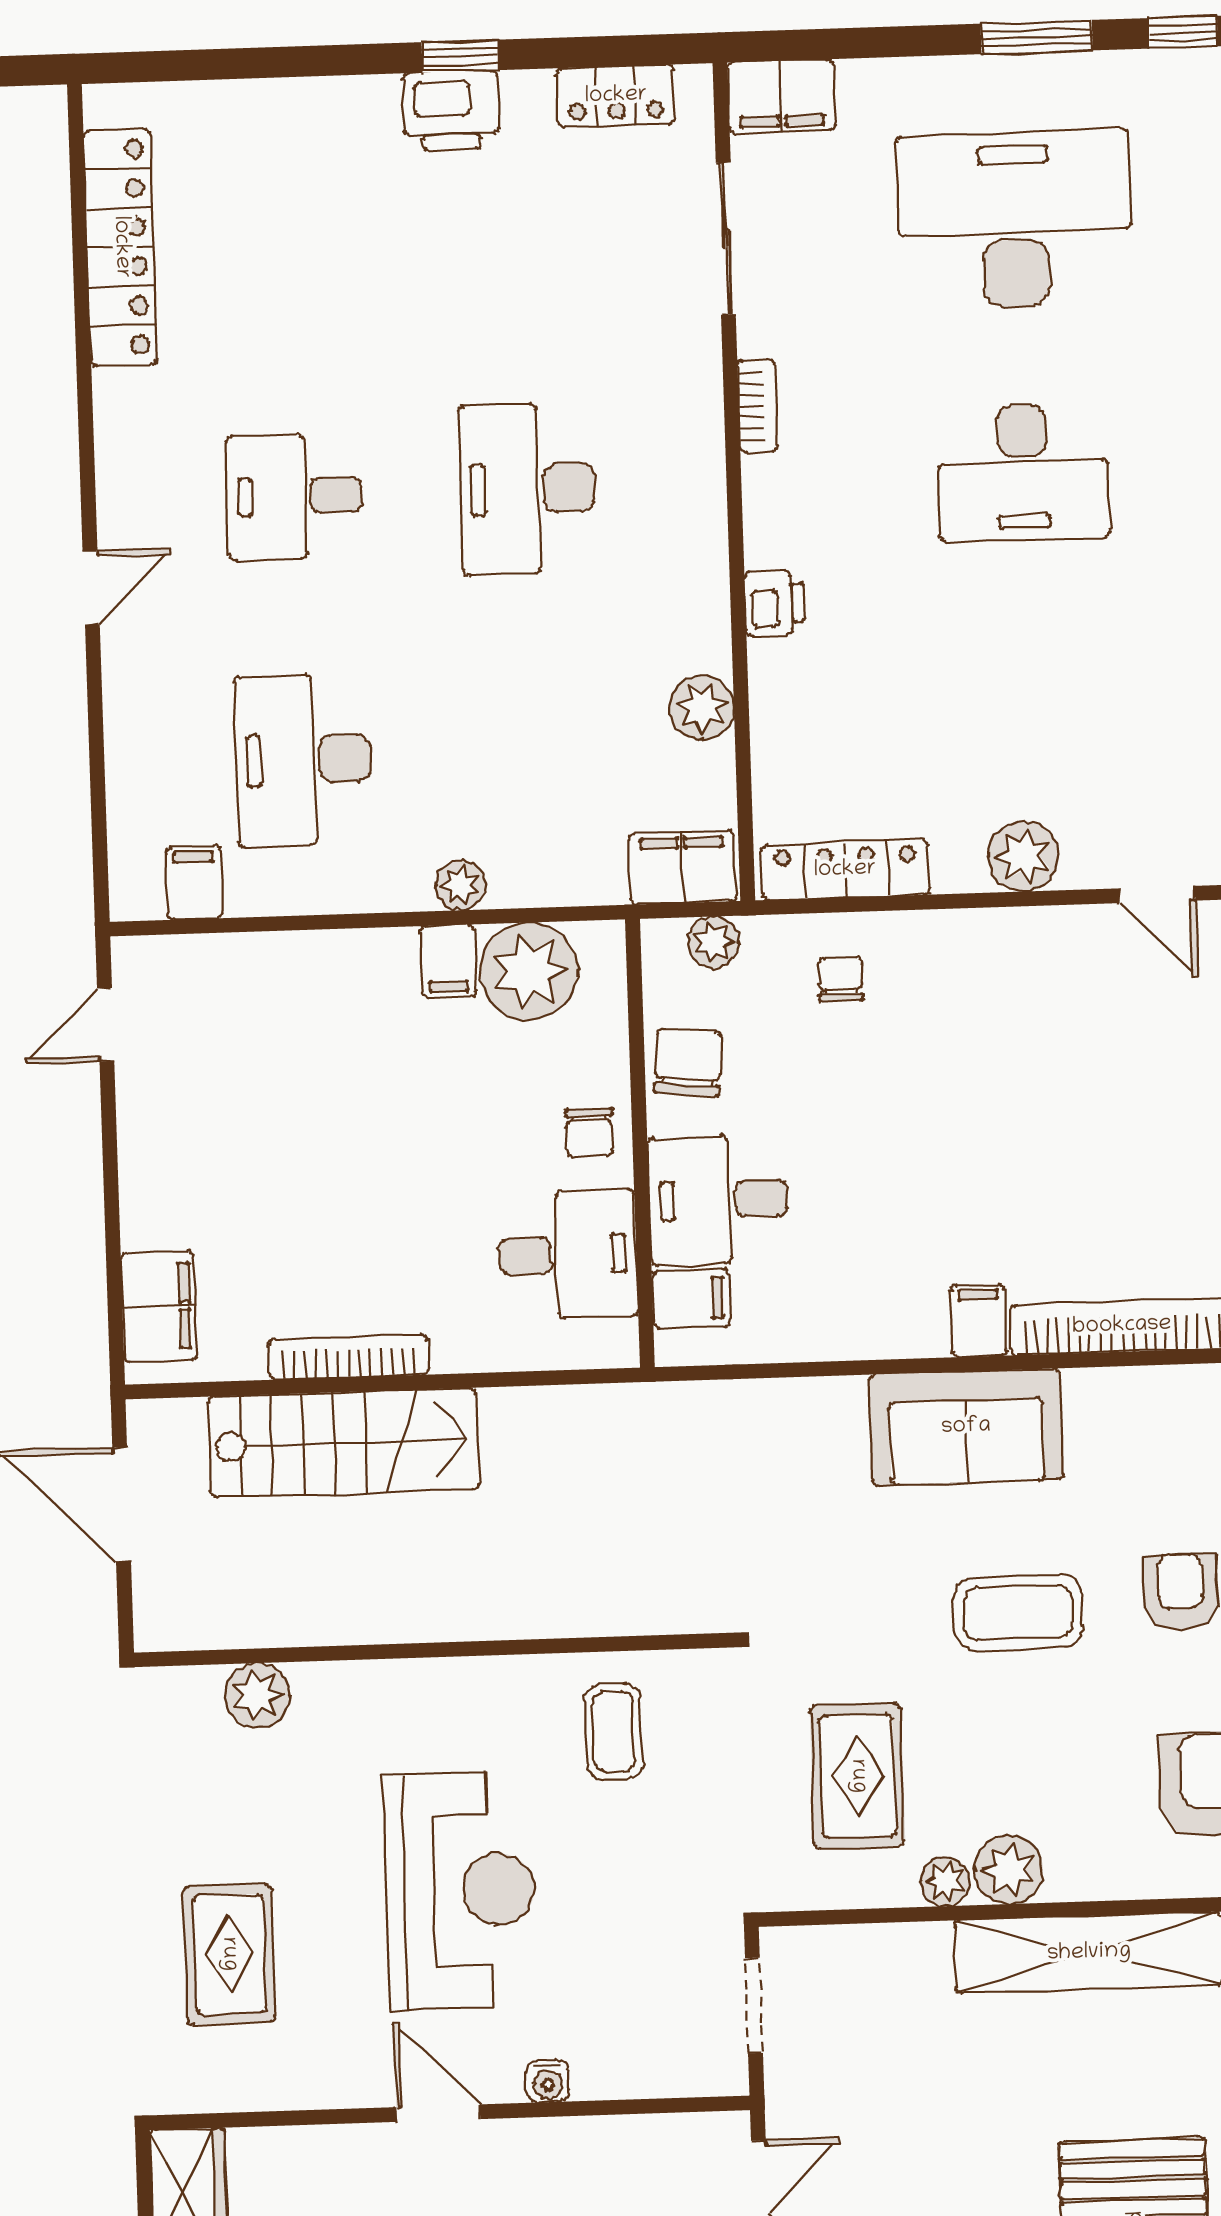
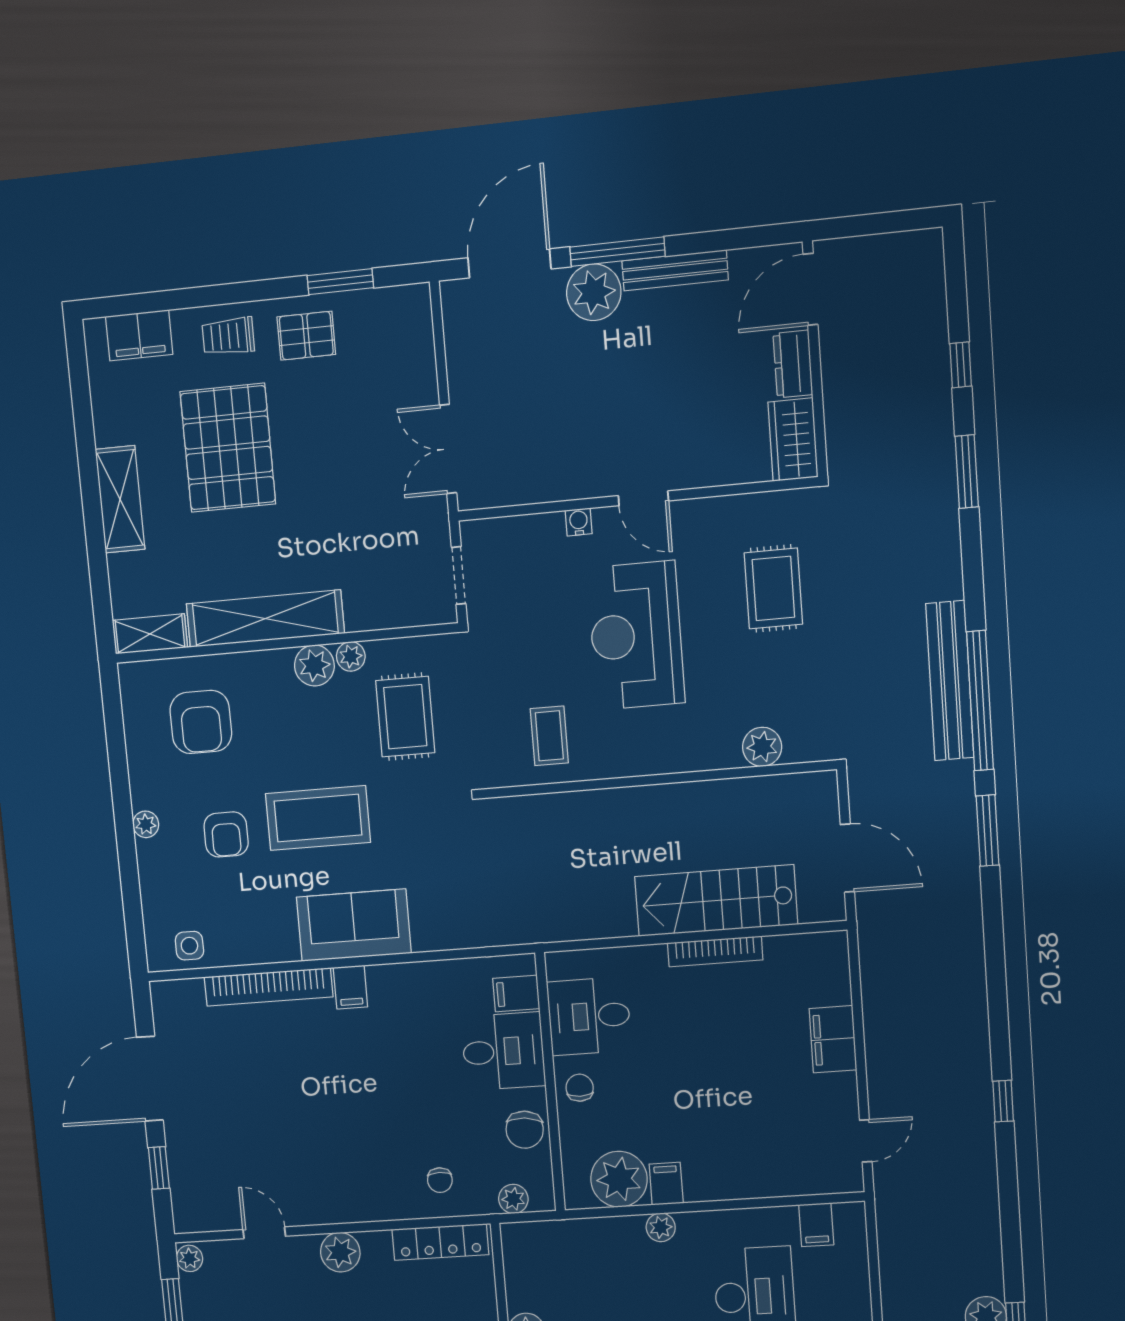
filing cabinet: (682, 868) -> (533, 1241), removed
filing cabinet: (159, 1306) -> (833, 1039), moved
coffee table: (1018, 1613) -> (318, 818), width x1.36, depth x1.32

